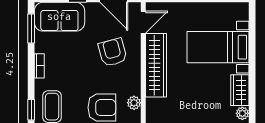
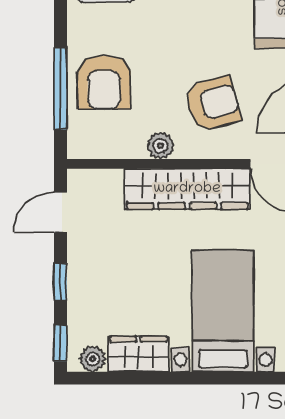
plant: (134, 103) -> (160, 146), moved

